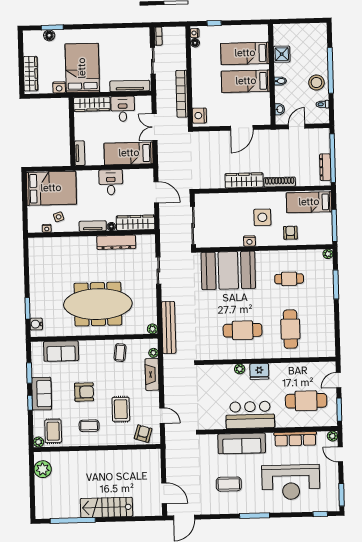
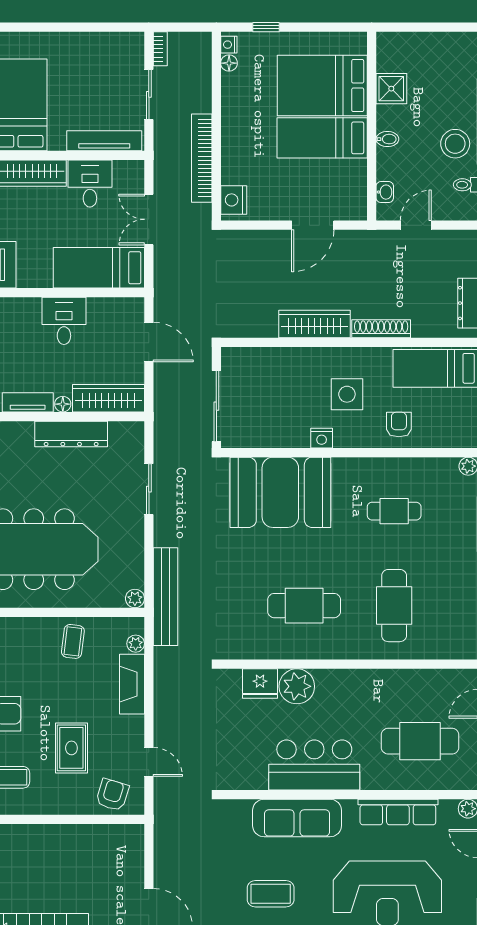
bed: (245, 53) -> (322, 86), width x1.50
plant: (240, 369) -> (297, 686), width x1.87, depth x1.87
fridge: (259, 371) -> (260, 684), moved

